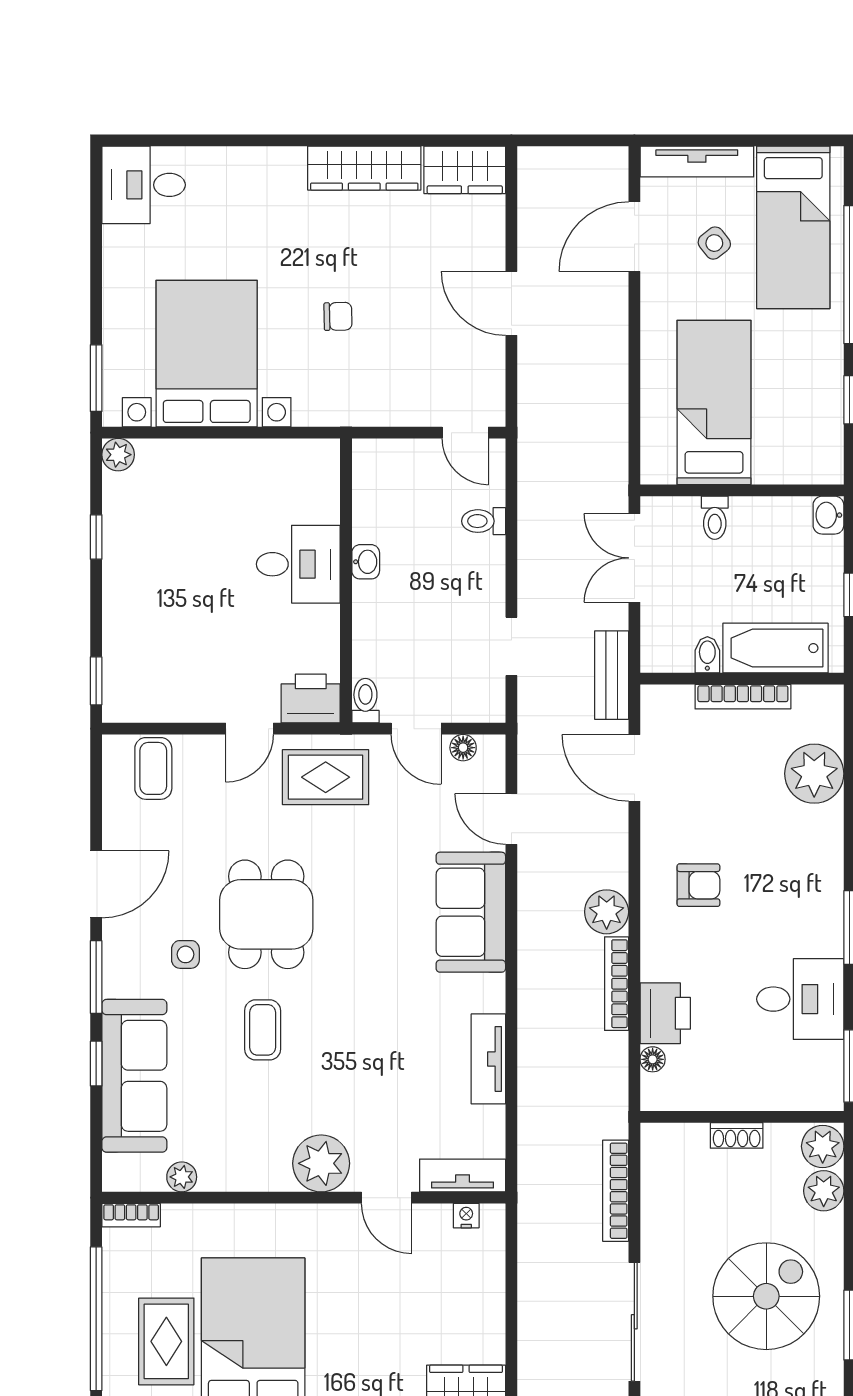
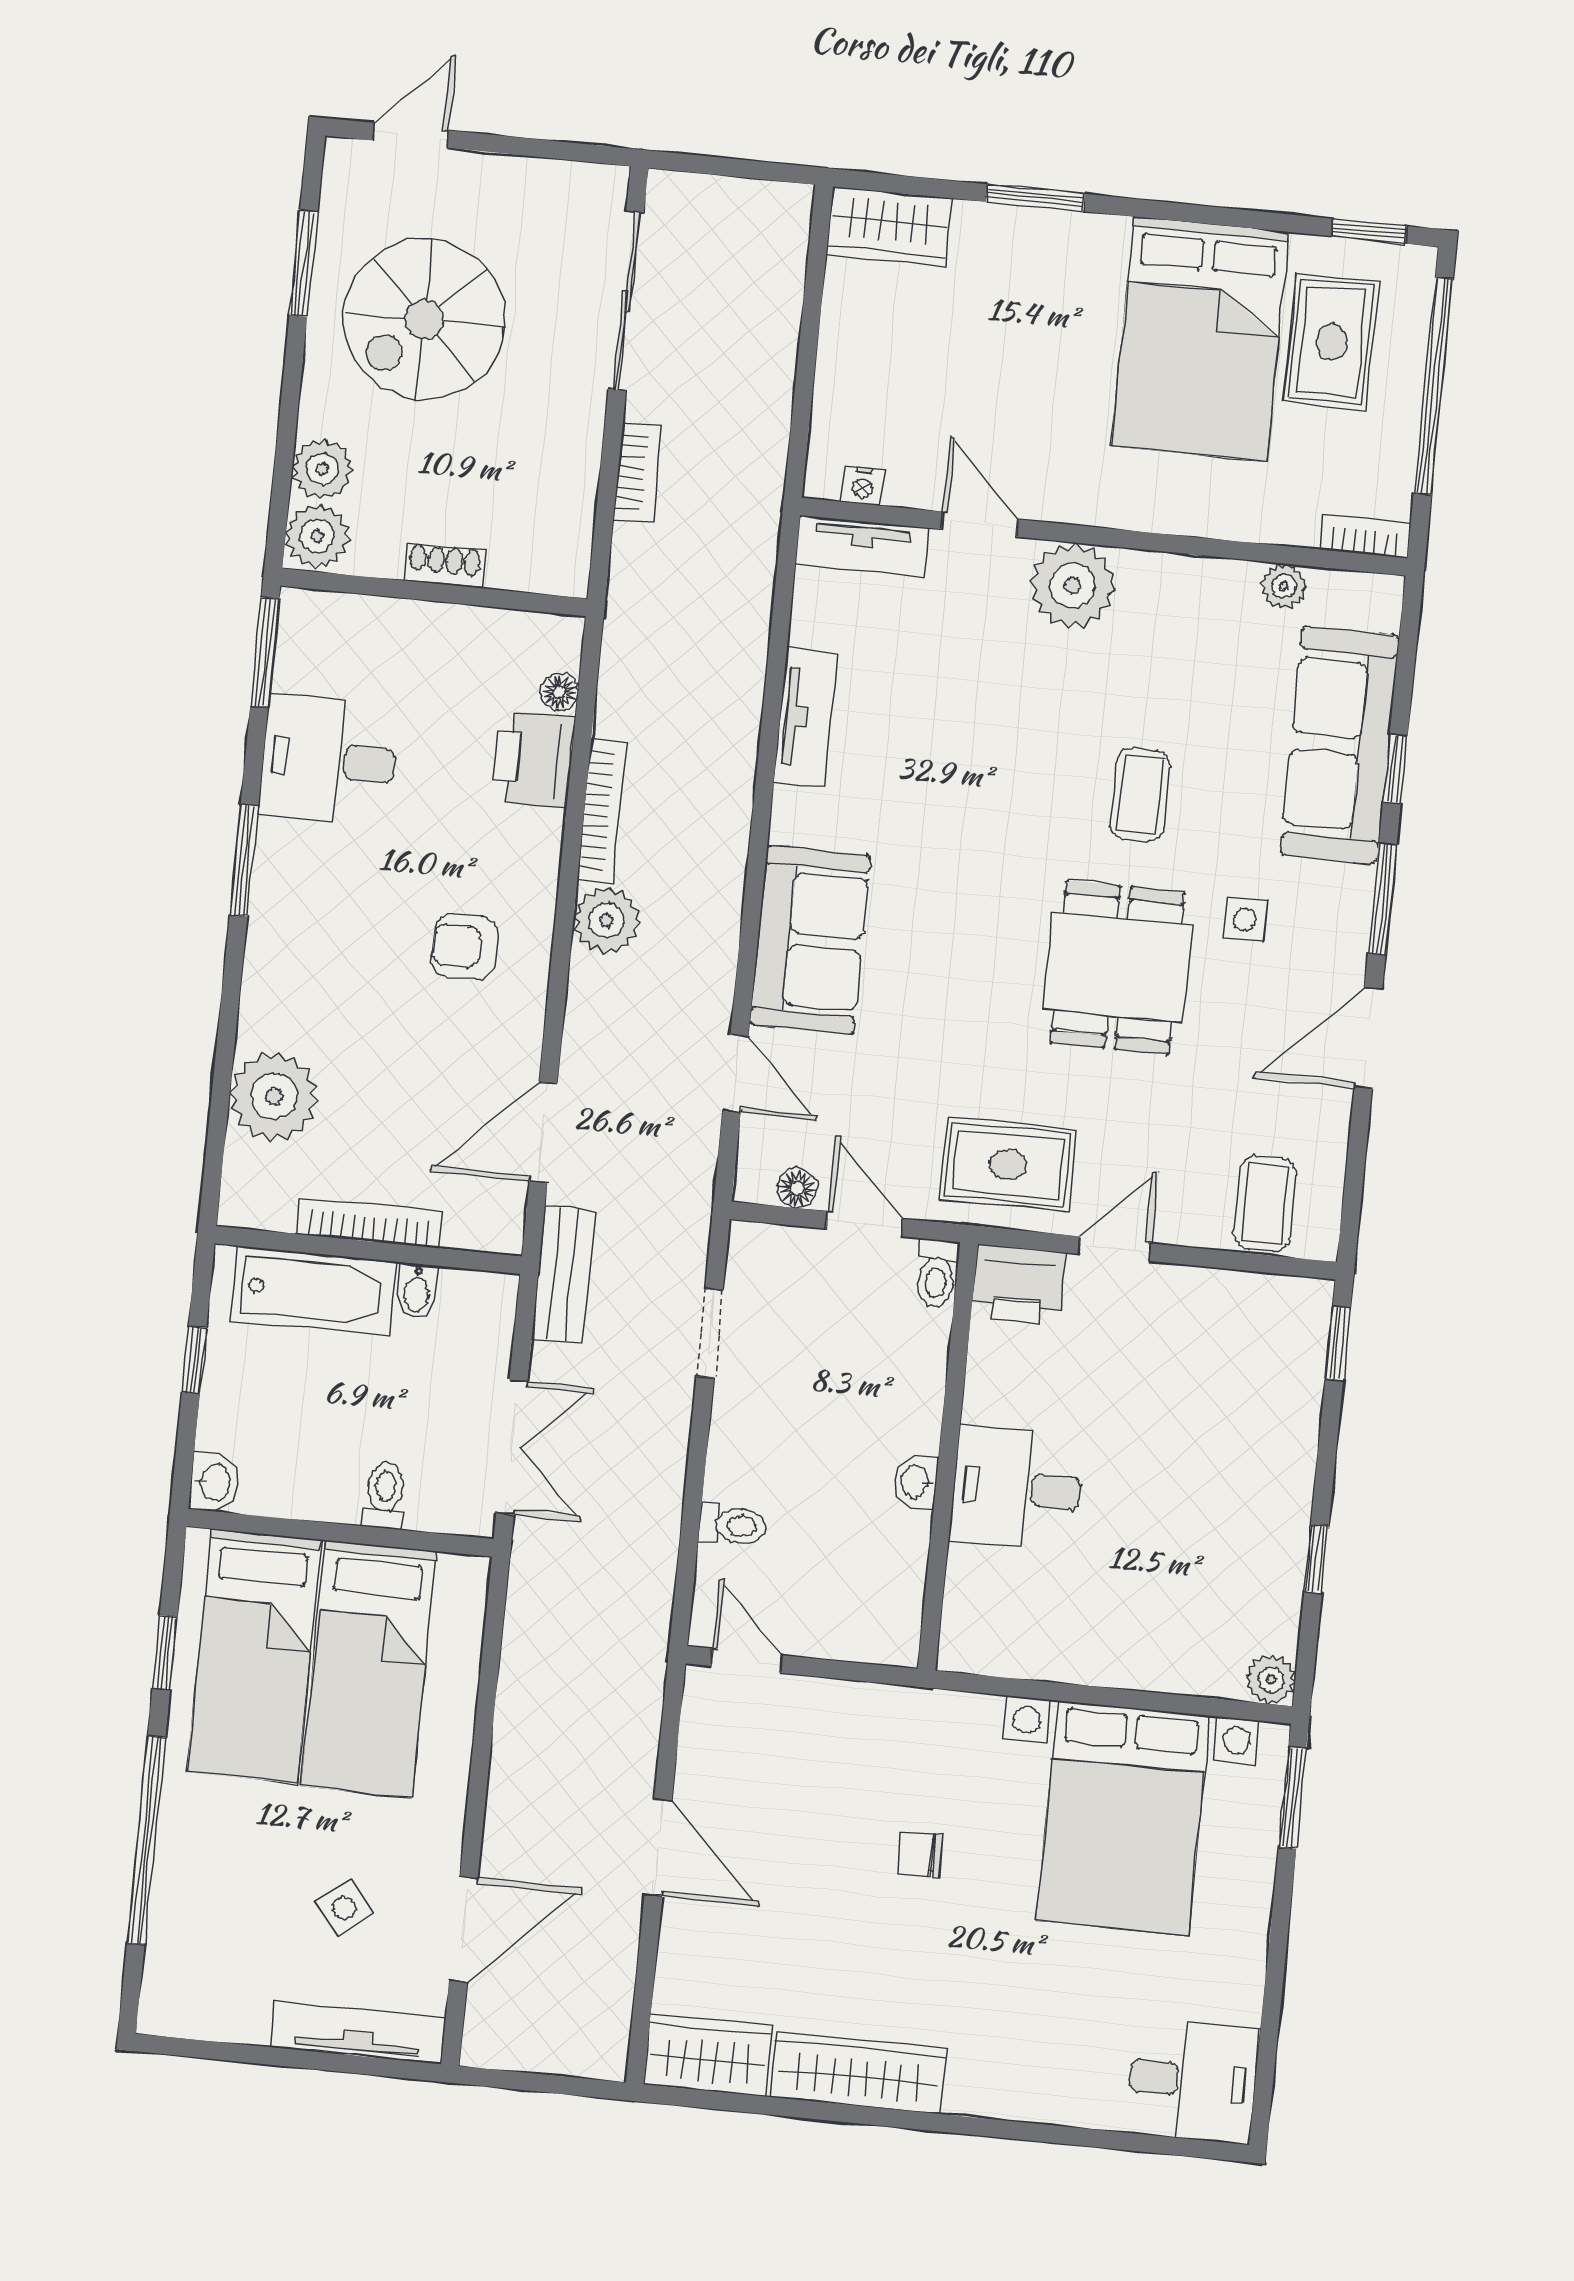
bed: (793, 227) -> (254, 1656), moved, turned 180
door: (634, 768) -> (543, 1132), swing flipped
bookcase: (616, 1191) -> (637, 473), width x0.64

